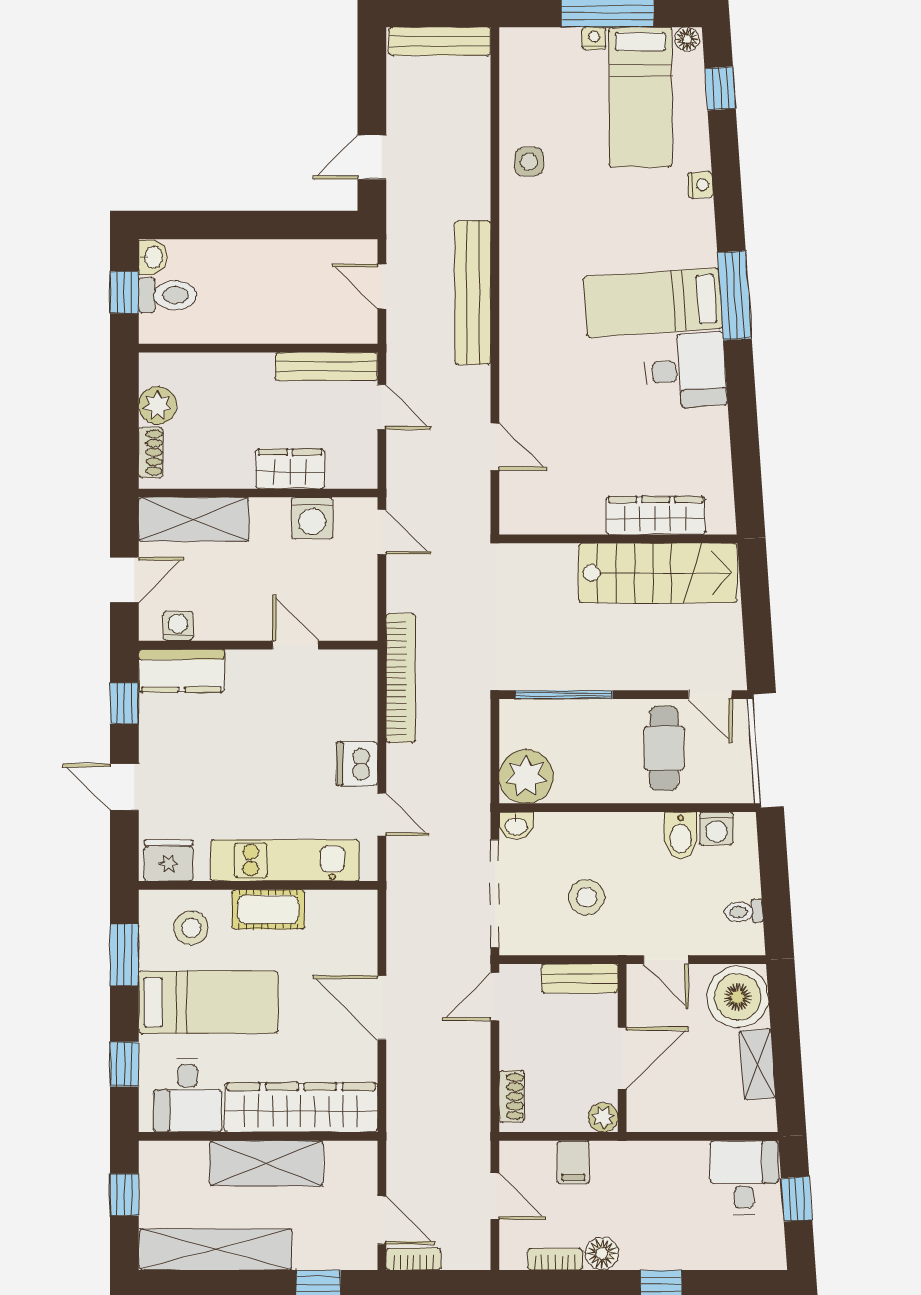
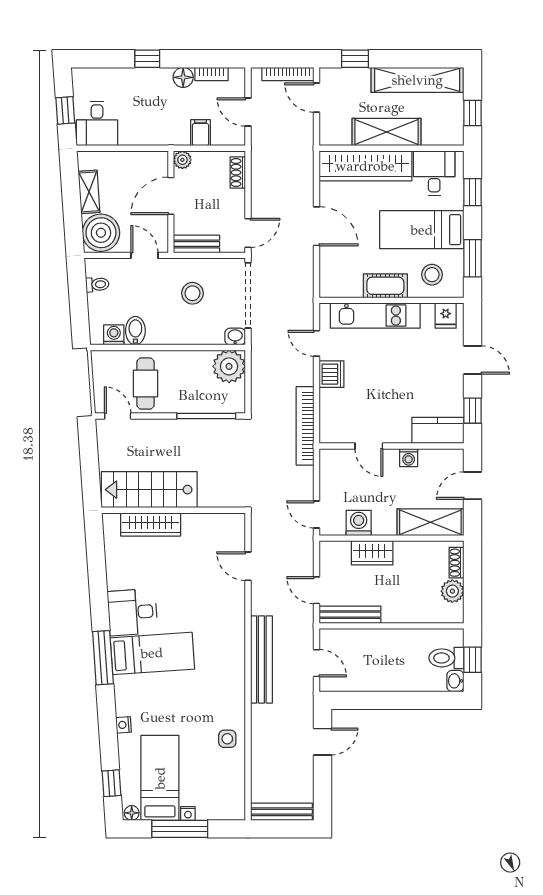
washing machine: (178, 626) -> (409, 458), moved
fridge: (169, 860) -> (446, 316), width x0.72
bookcase: (413, 1259) -> (288, 74), width x1.56

